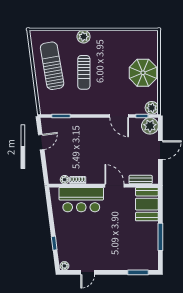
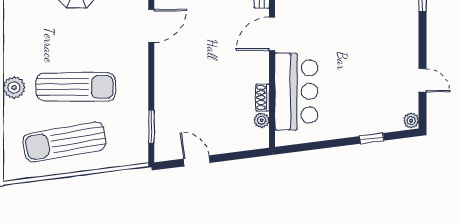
sun lounger: (84, 72) -> (76, 87), width x1.36, depth x1.34

